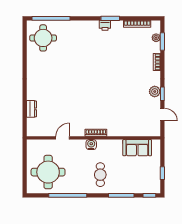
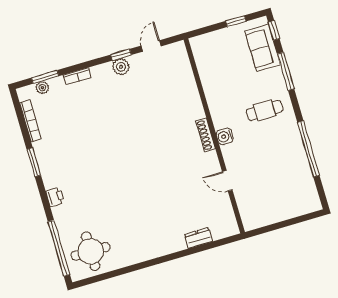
printer: (105, 25) -> (55, 197), moved
sofa: (137, 148) -> (263, 48), moved, turned 180
round table: (48, 172) -> (283, 187), removed

